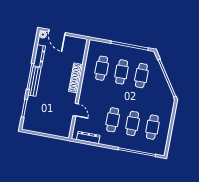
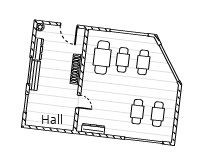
door: (57, 32) -> (69, 25), moved
cafe table: (102, 68) -> (102, 57), width x1.37, depth x1.35
cafe table: (113, 120) -> (117, 109), removed

